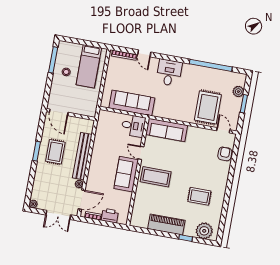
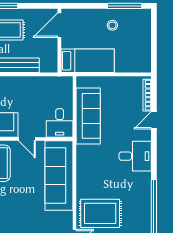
bed: (89, 66) -> (88, 61), moved, turned 180
sofa: (167, 130) -> (59, 176), width x1.36, depth x1.27
door: (141, 153) -> (27, 139), swing flipped

